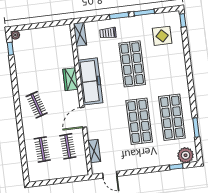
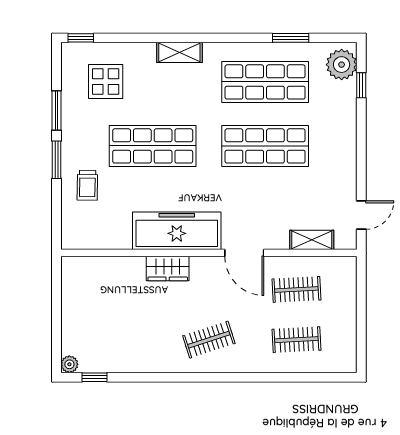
shelving: (80, 34) -> (179, 52), moved

